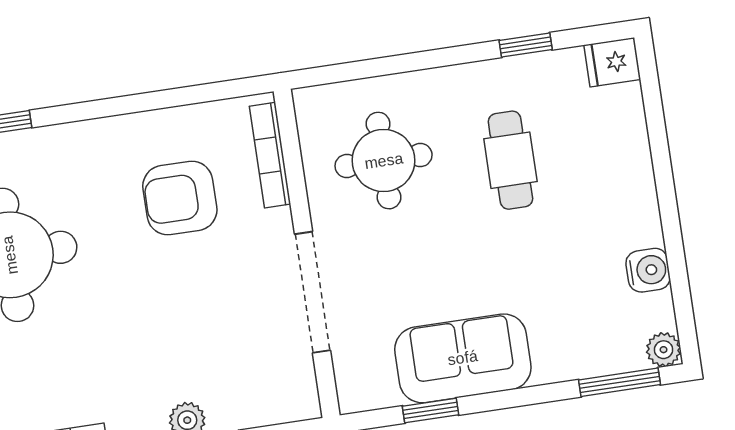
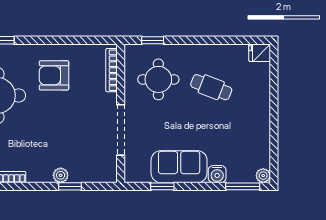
window: (526, 45) -> (153, 40), moved
cafe table: (510, 160) -> (211, 87), turned -69
armchair: (180, 198) -> (54, 75), moved
water cooler: (648, 270) -> (217, 174), moved, turned 90

